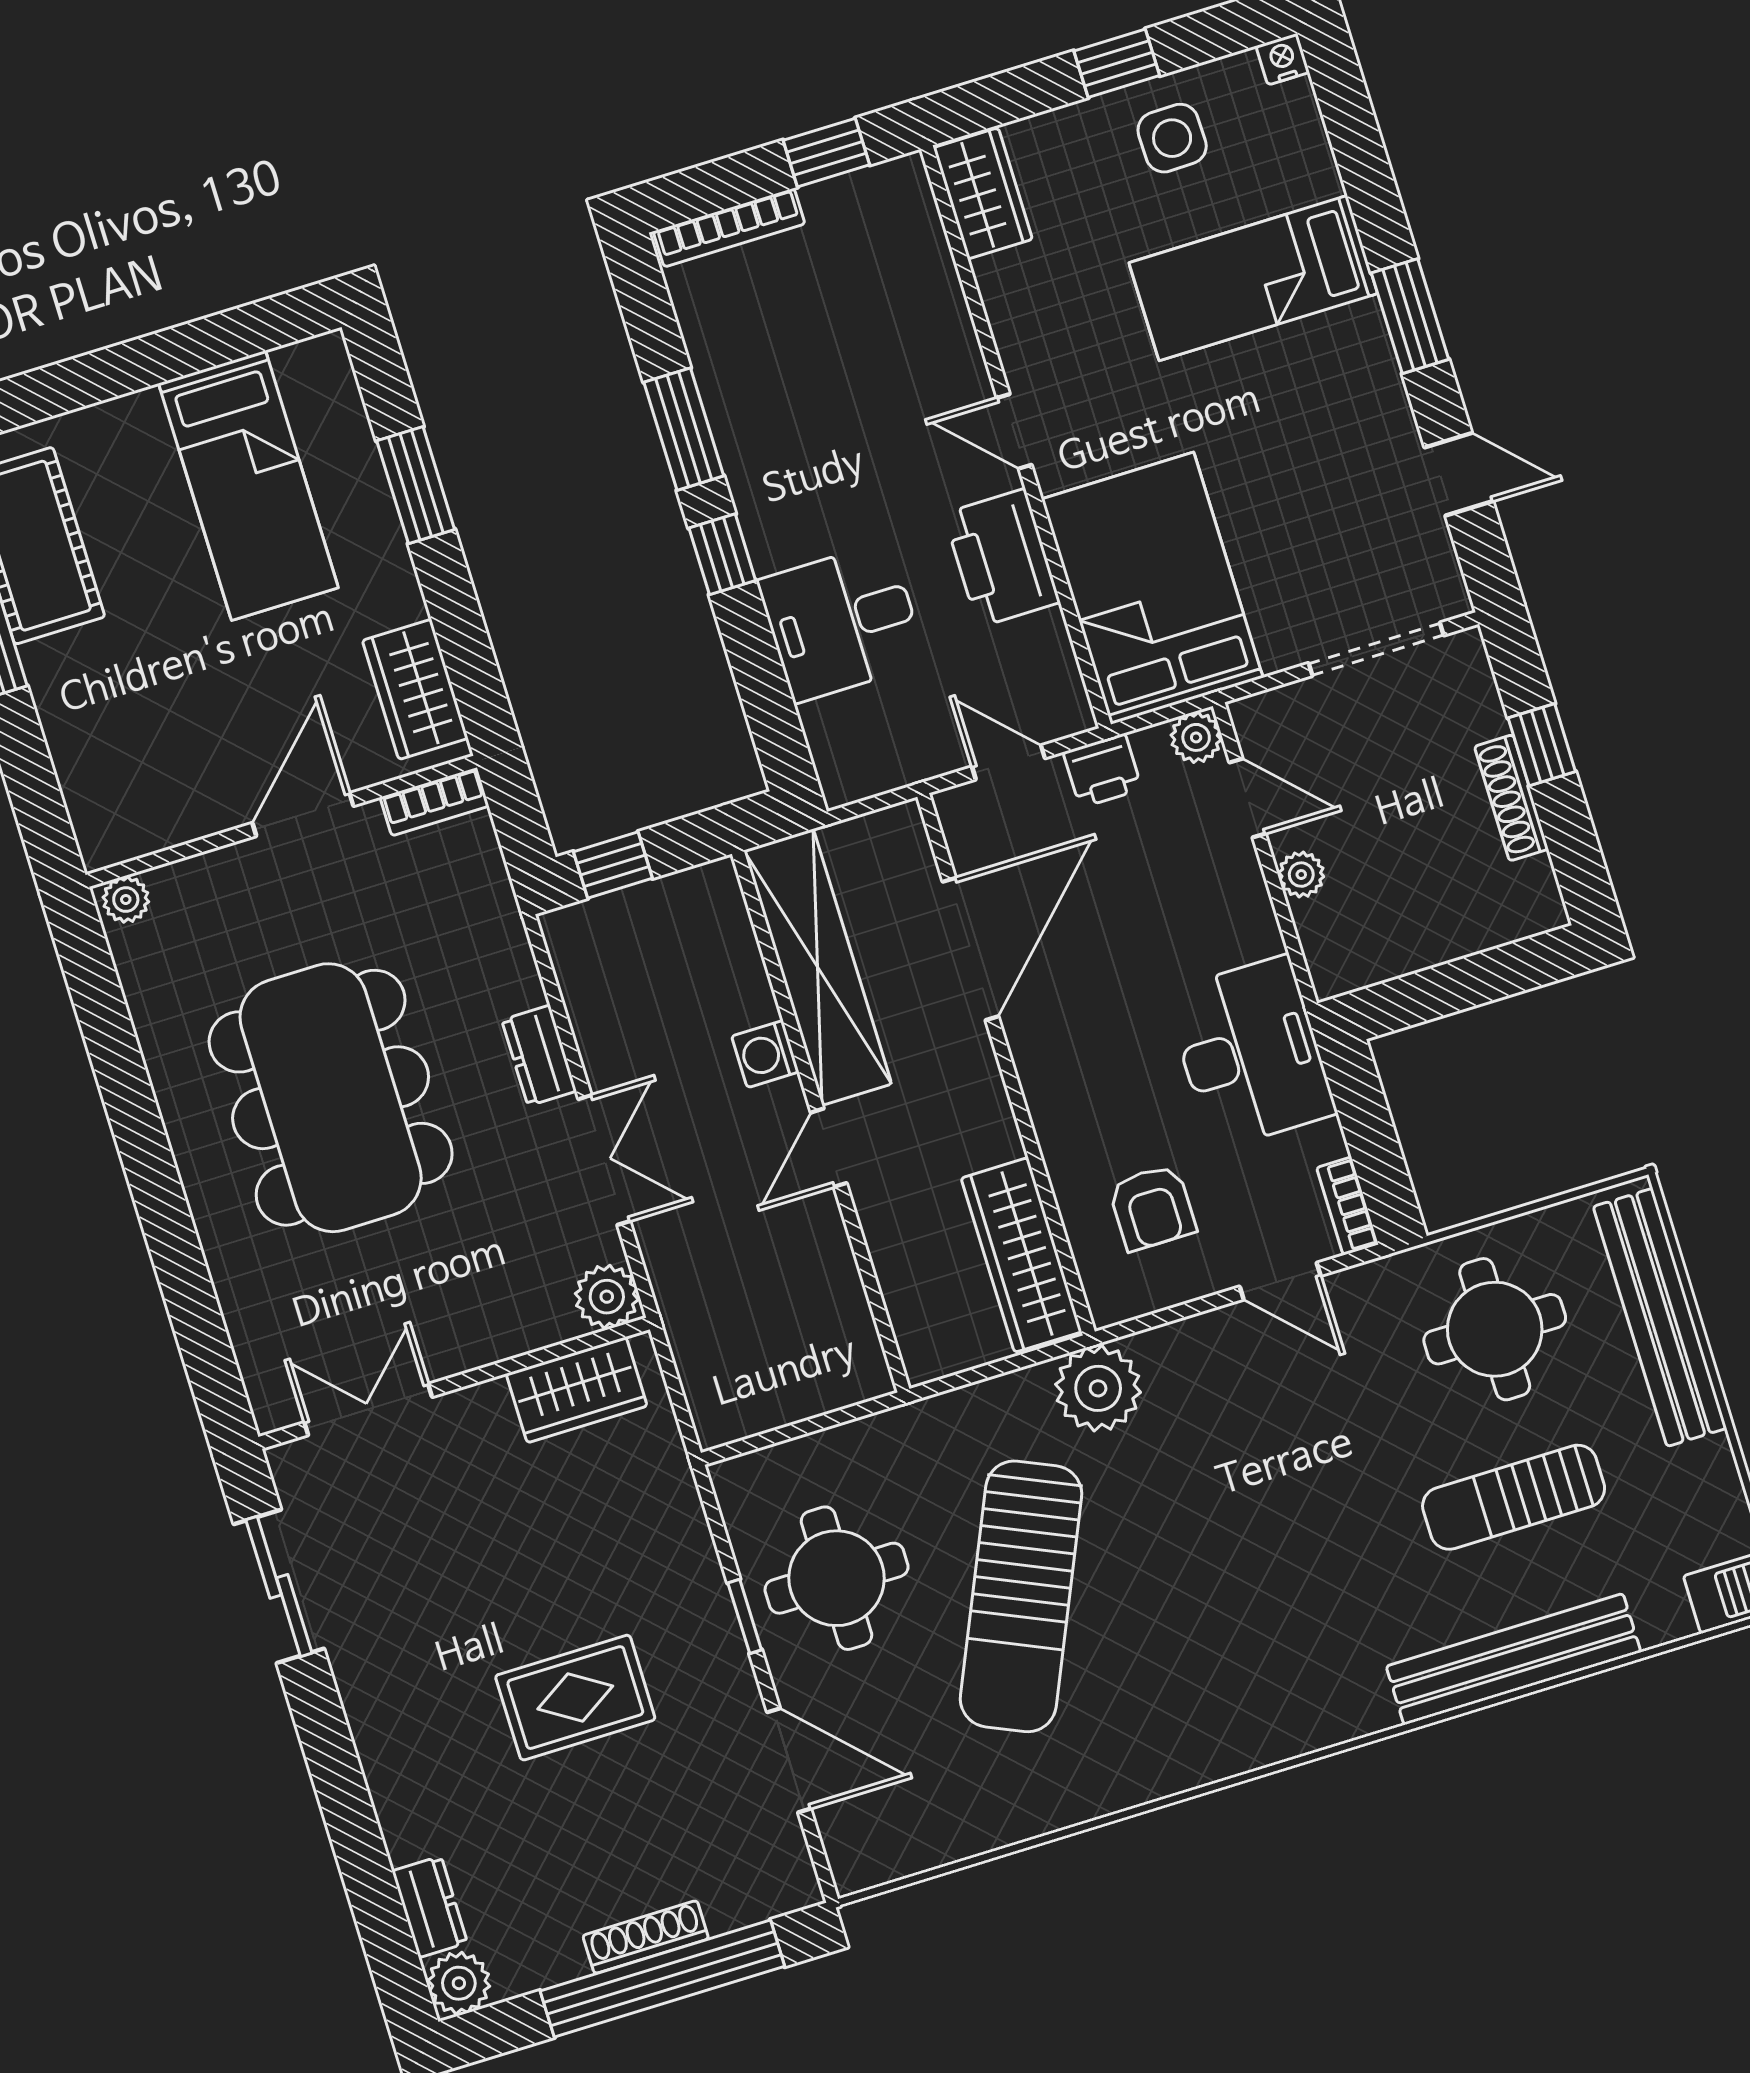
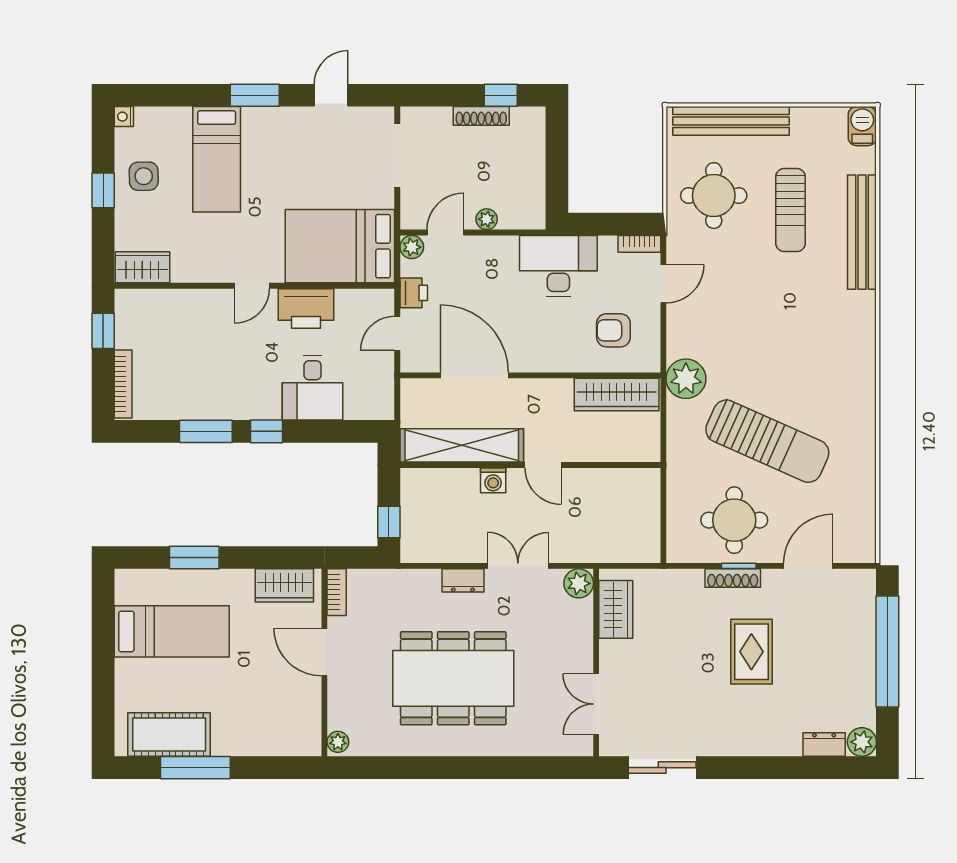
window: (1542, 745) -> (501, 95), moved
armchair: (1152, 1208) -> (613, 330), turned 180
shoe rack: (646, 1937) -> (733, 578), moved, turned -90

